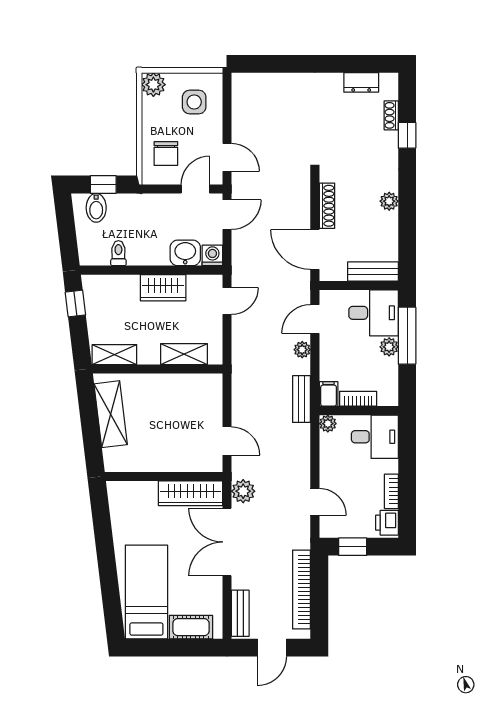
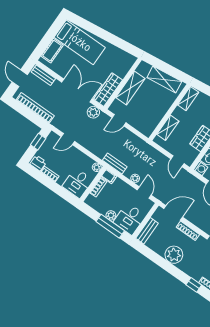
plant: (389, 201) -> (174, 255), width x1.87, depth x1.87
shelving: (163, 459) -> (130, 88), added

